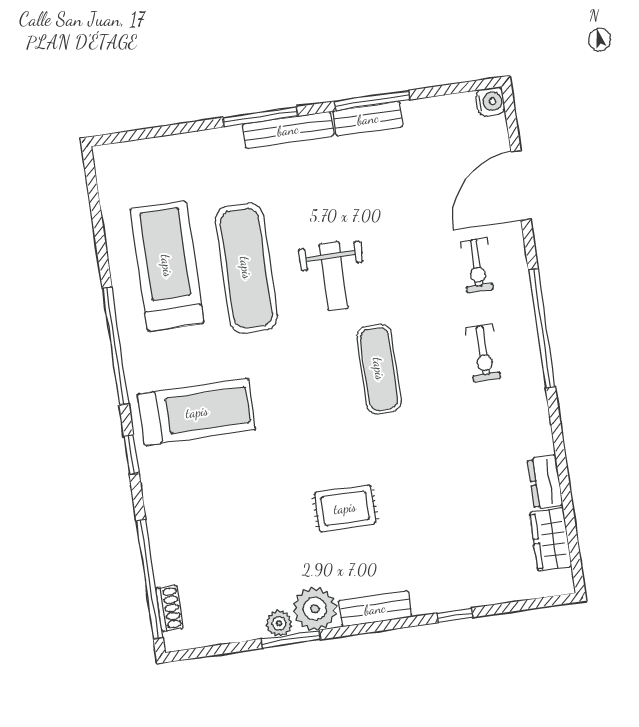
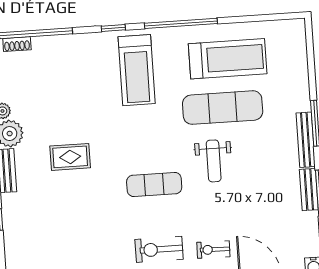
weight bench: (334, 276) -> (214, 161), turned -90
exercise bike: (483, 353) -> (159, 249), width x1.38, depth x1.39
rug: (345, 508) -> (70, 157), turned 90

